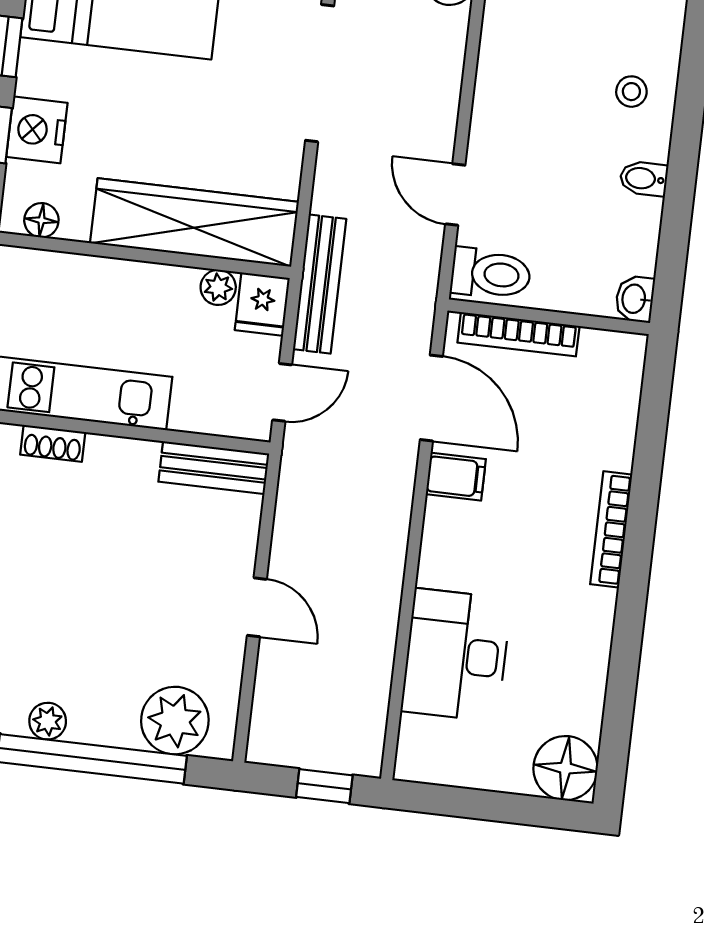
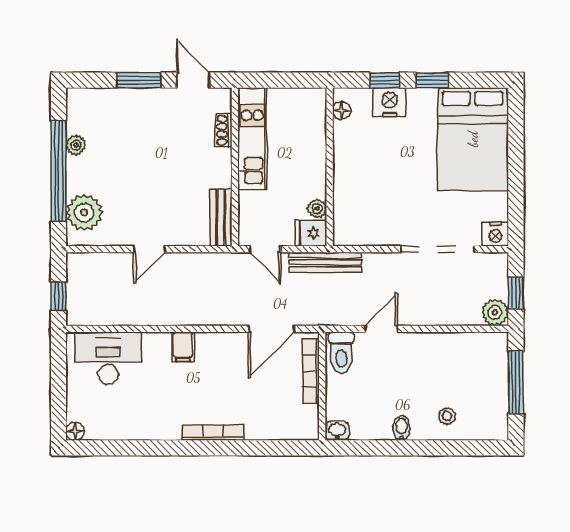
wardrobe: (194, 223) -> (350, 192), removed
filing cabinet: (456, 477) -> (183, 347), moved
desk: (456, 655) -> (108, 358), moved
floor lamp: (565, 768) -> (75, 431), width x0.53, depth x0.53

